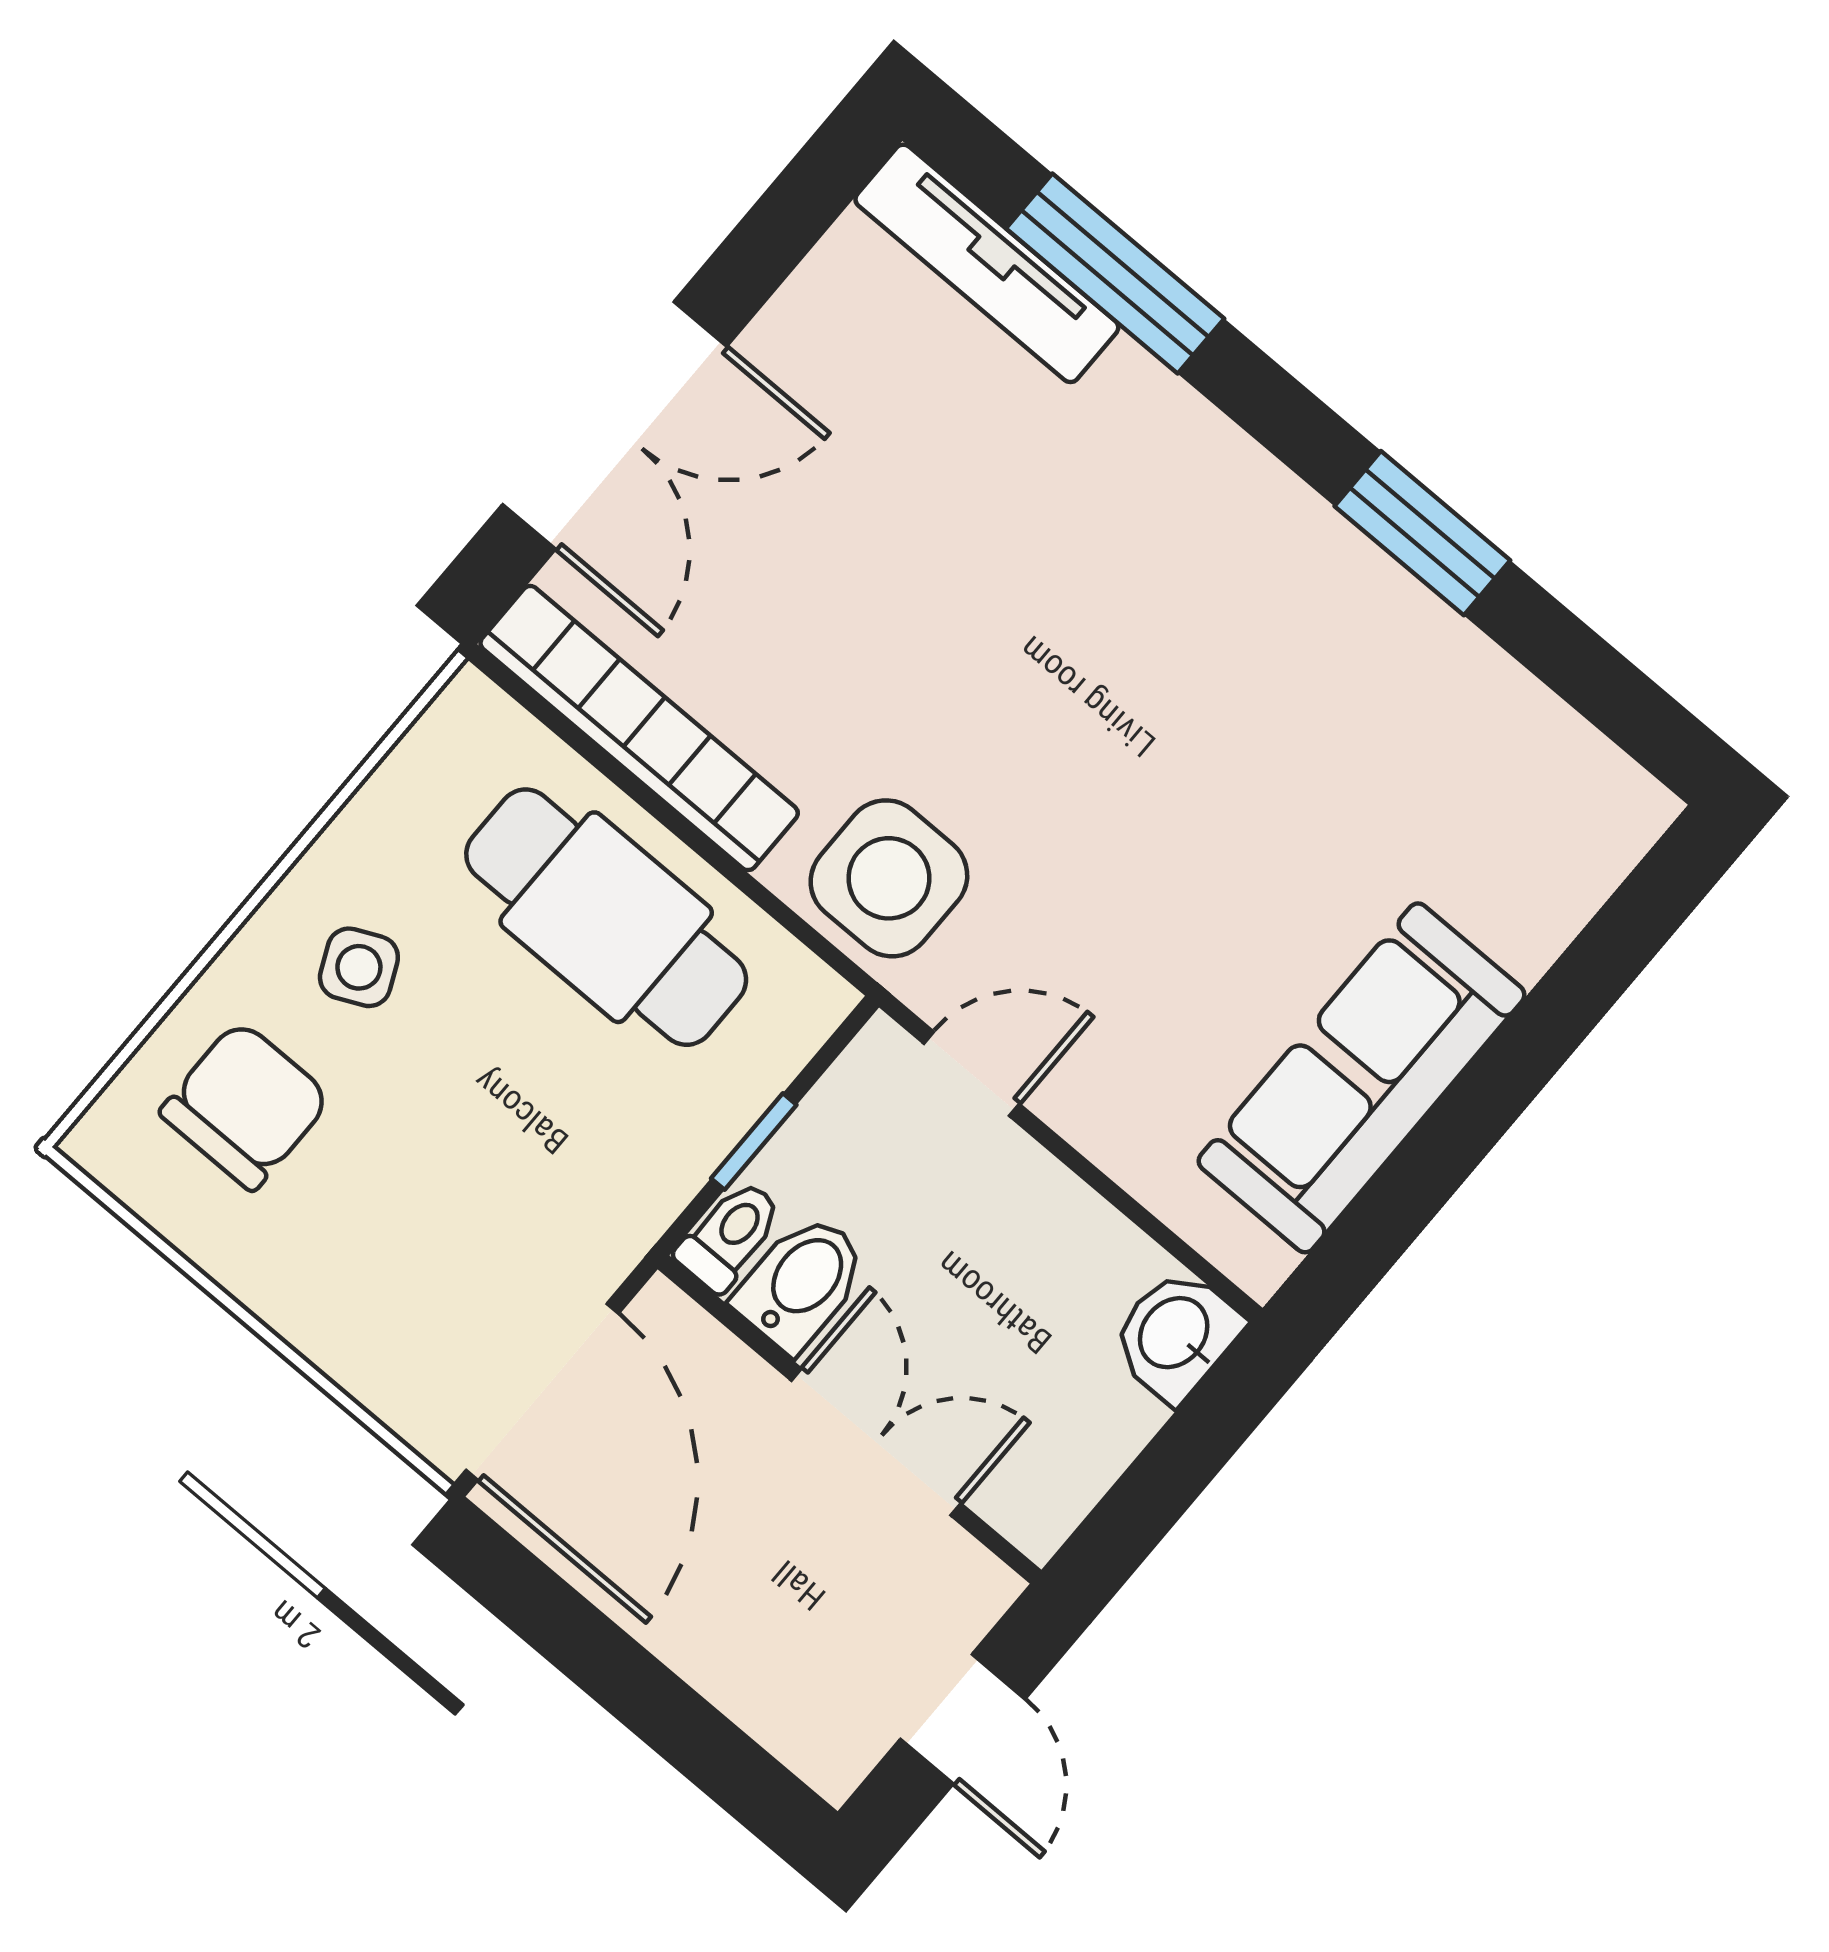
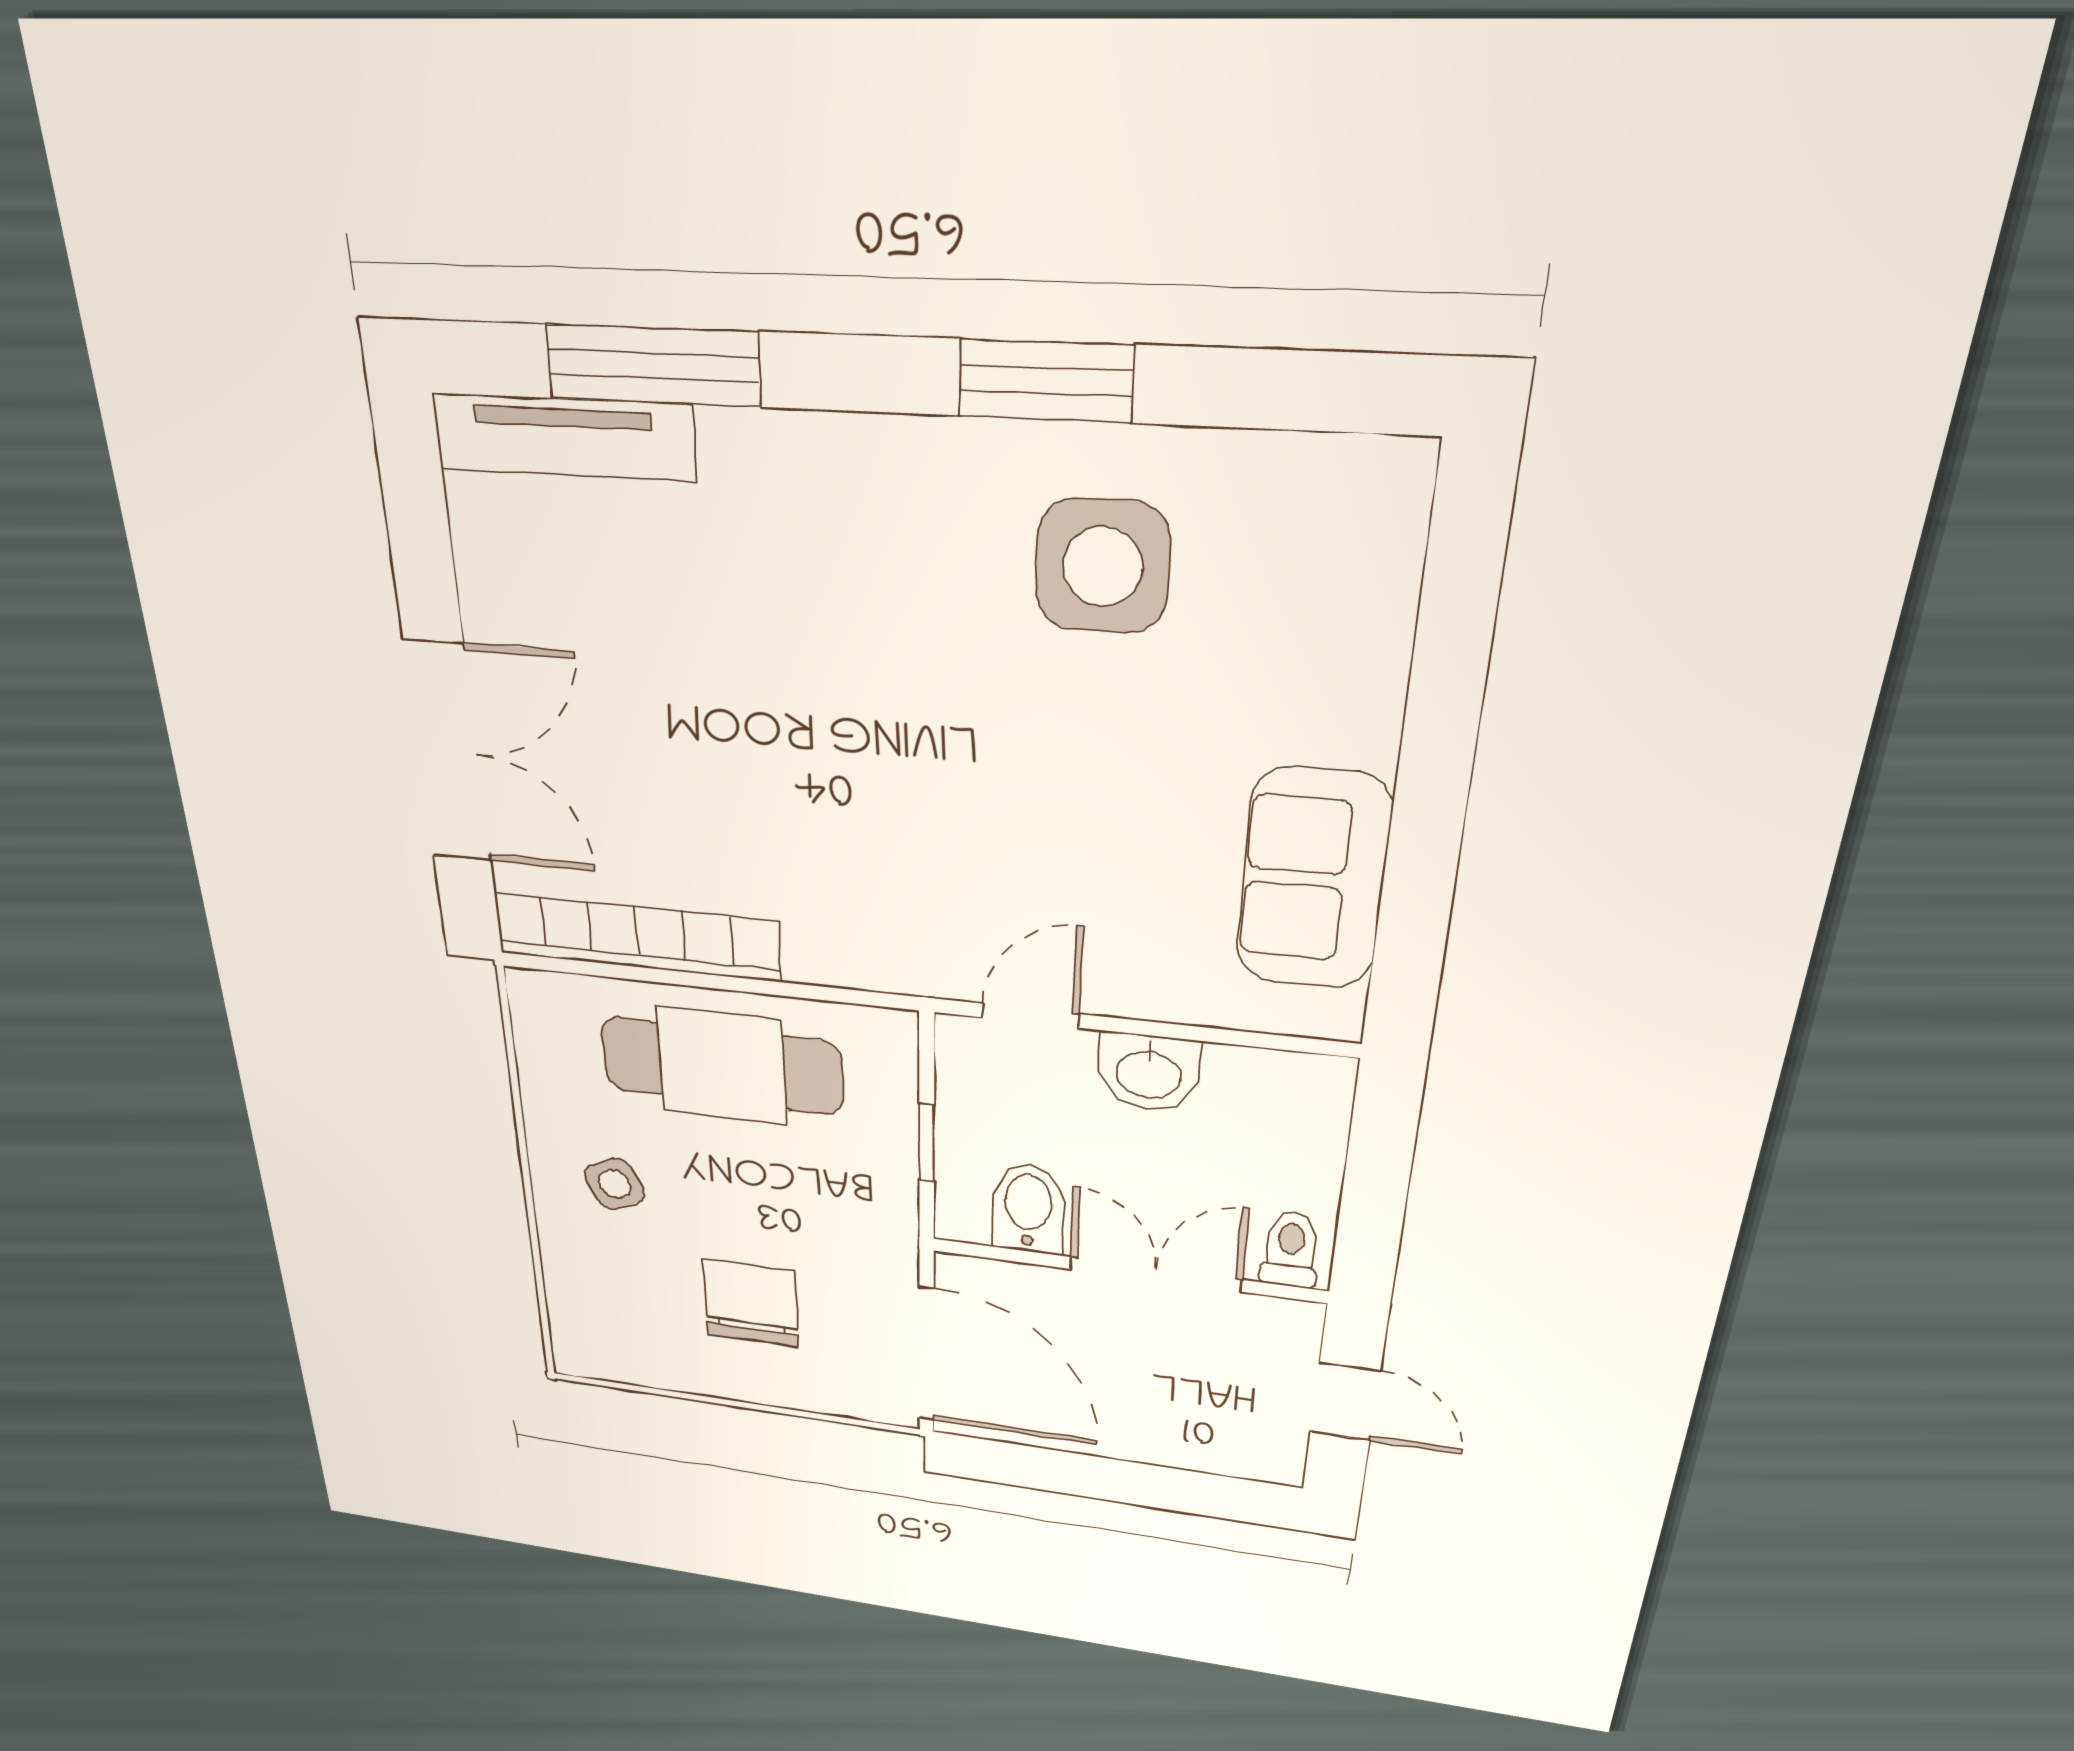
side table: (889, 878) -> (1102, 566), moved
sofa: (1362, 1078) -> (1313, 880), width x0.73
chair: (245, 1105) -> (751, 1303), moved
toilet: (730, 1236) -> (1291, 1249), moved
washbasin: (1176, 1335) -> (1149, 1073), moved, turned -90

